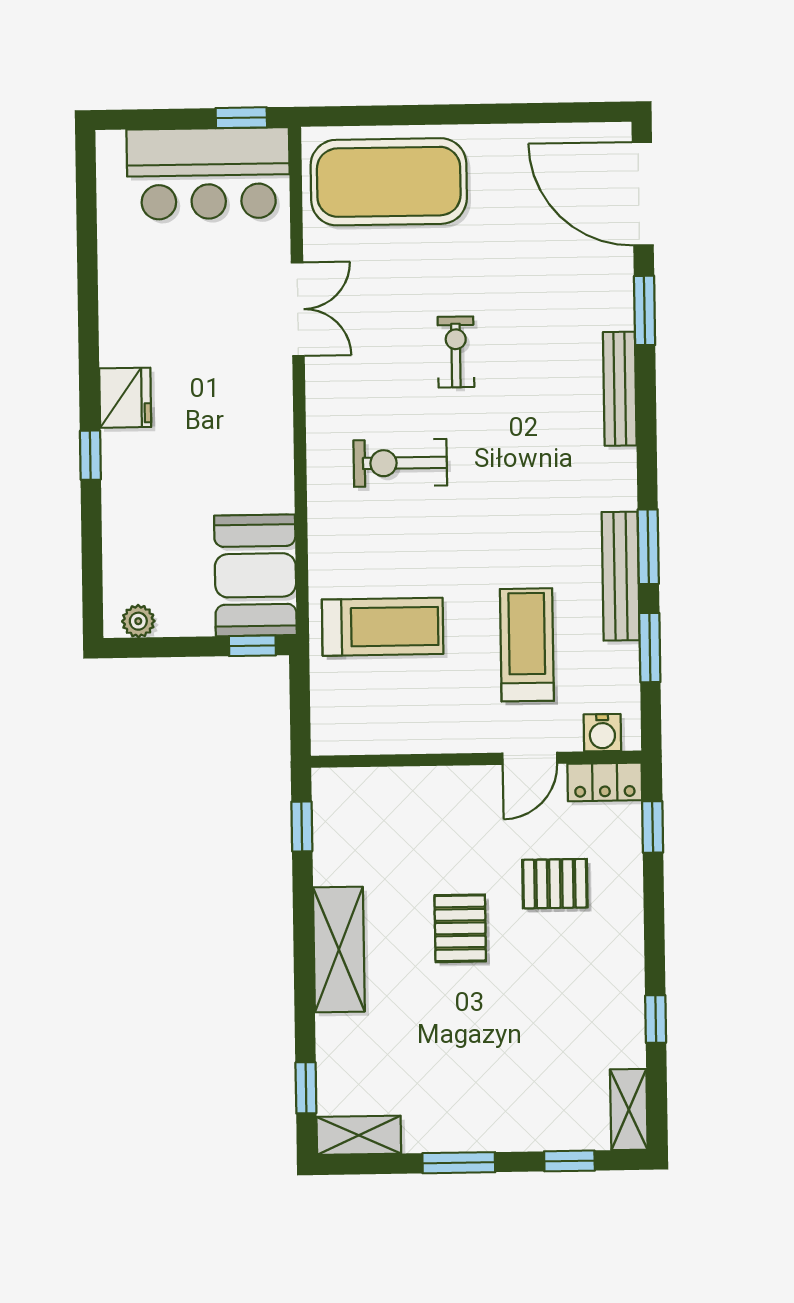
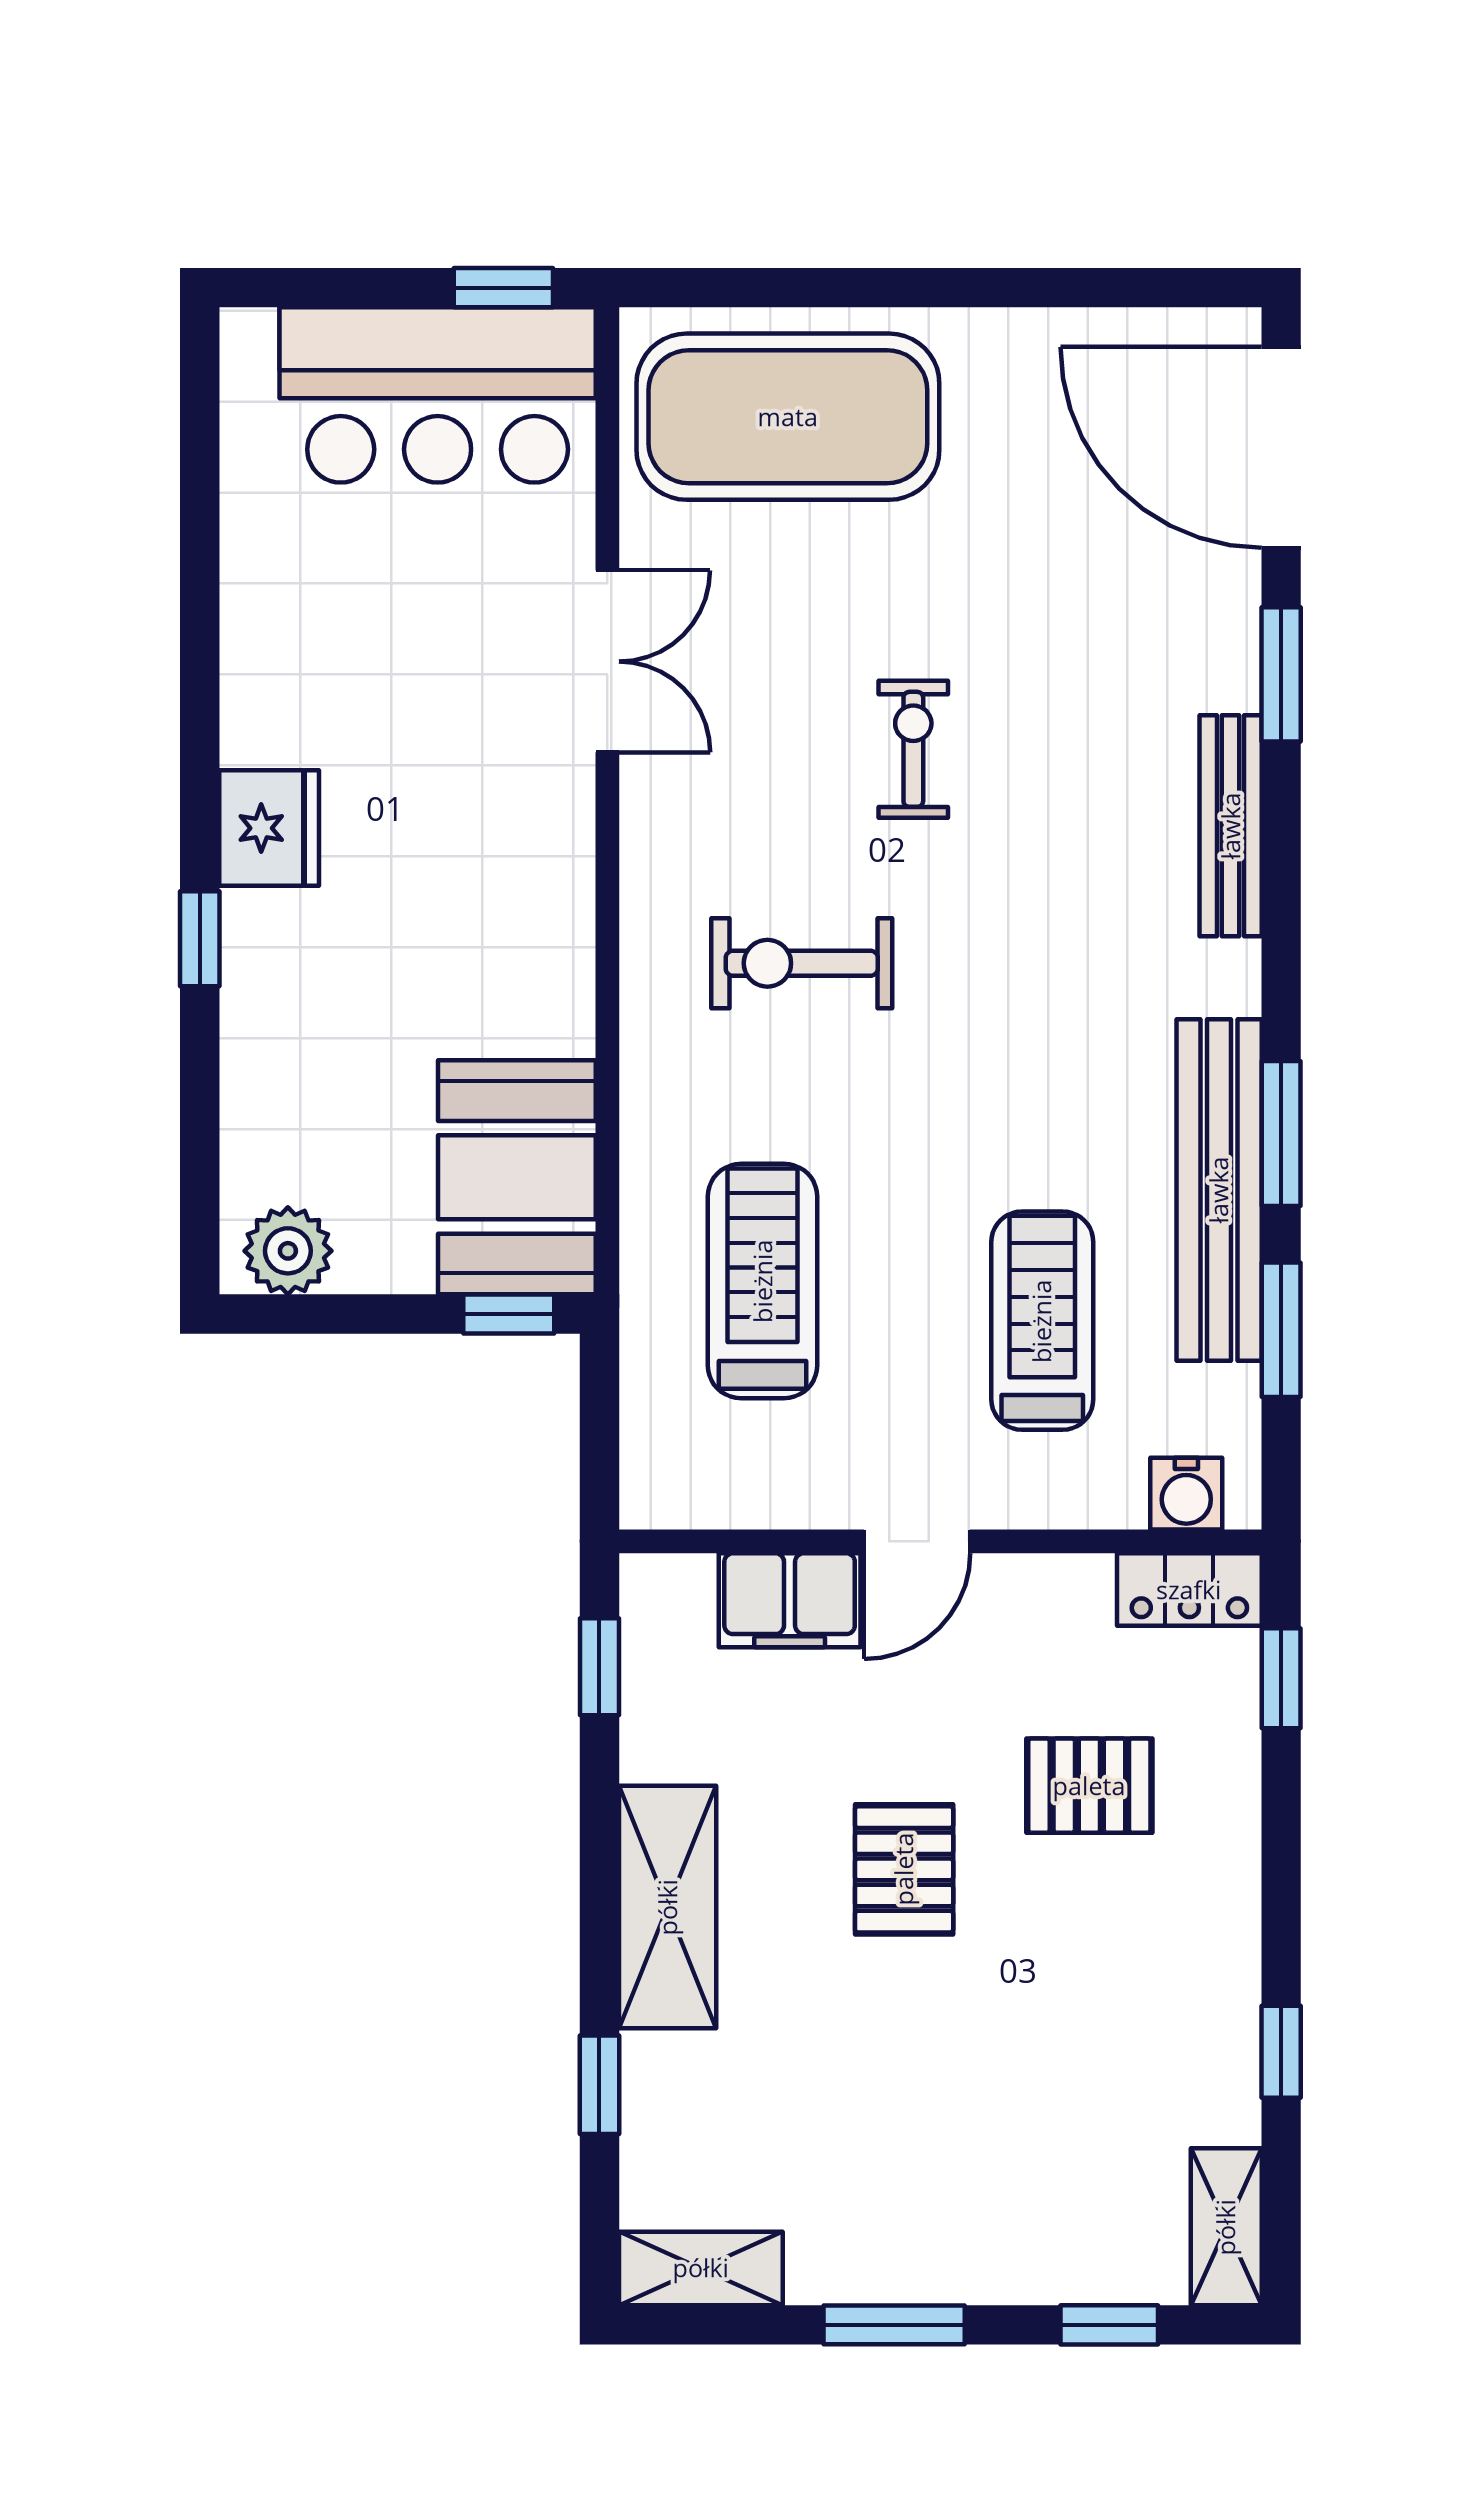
bench: (621, 576) -> (1219, 1190), width x1.37, depth x1.21
plant: (138, 621) -> (288, 1251), width x1.38, depth x1.38
treadmill: (383, 627) -> (763, 1281), turned -90
door: (530, 758) -> (917, 1541), moved
filing cabinet: (399, 791) -> (790, 1600), added
window: (306, 1088) -> (599, 2085), moved

